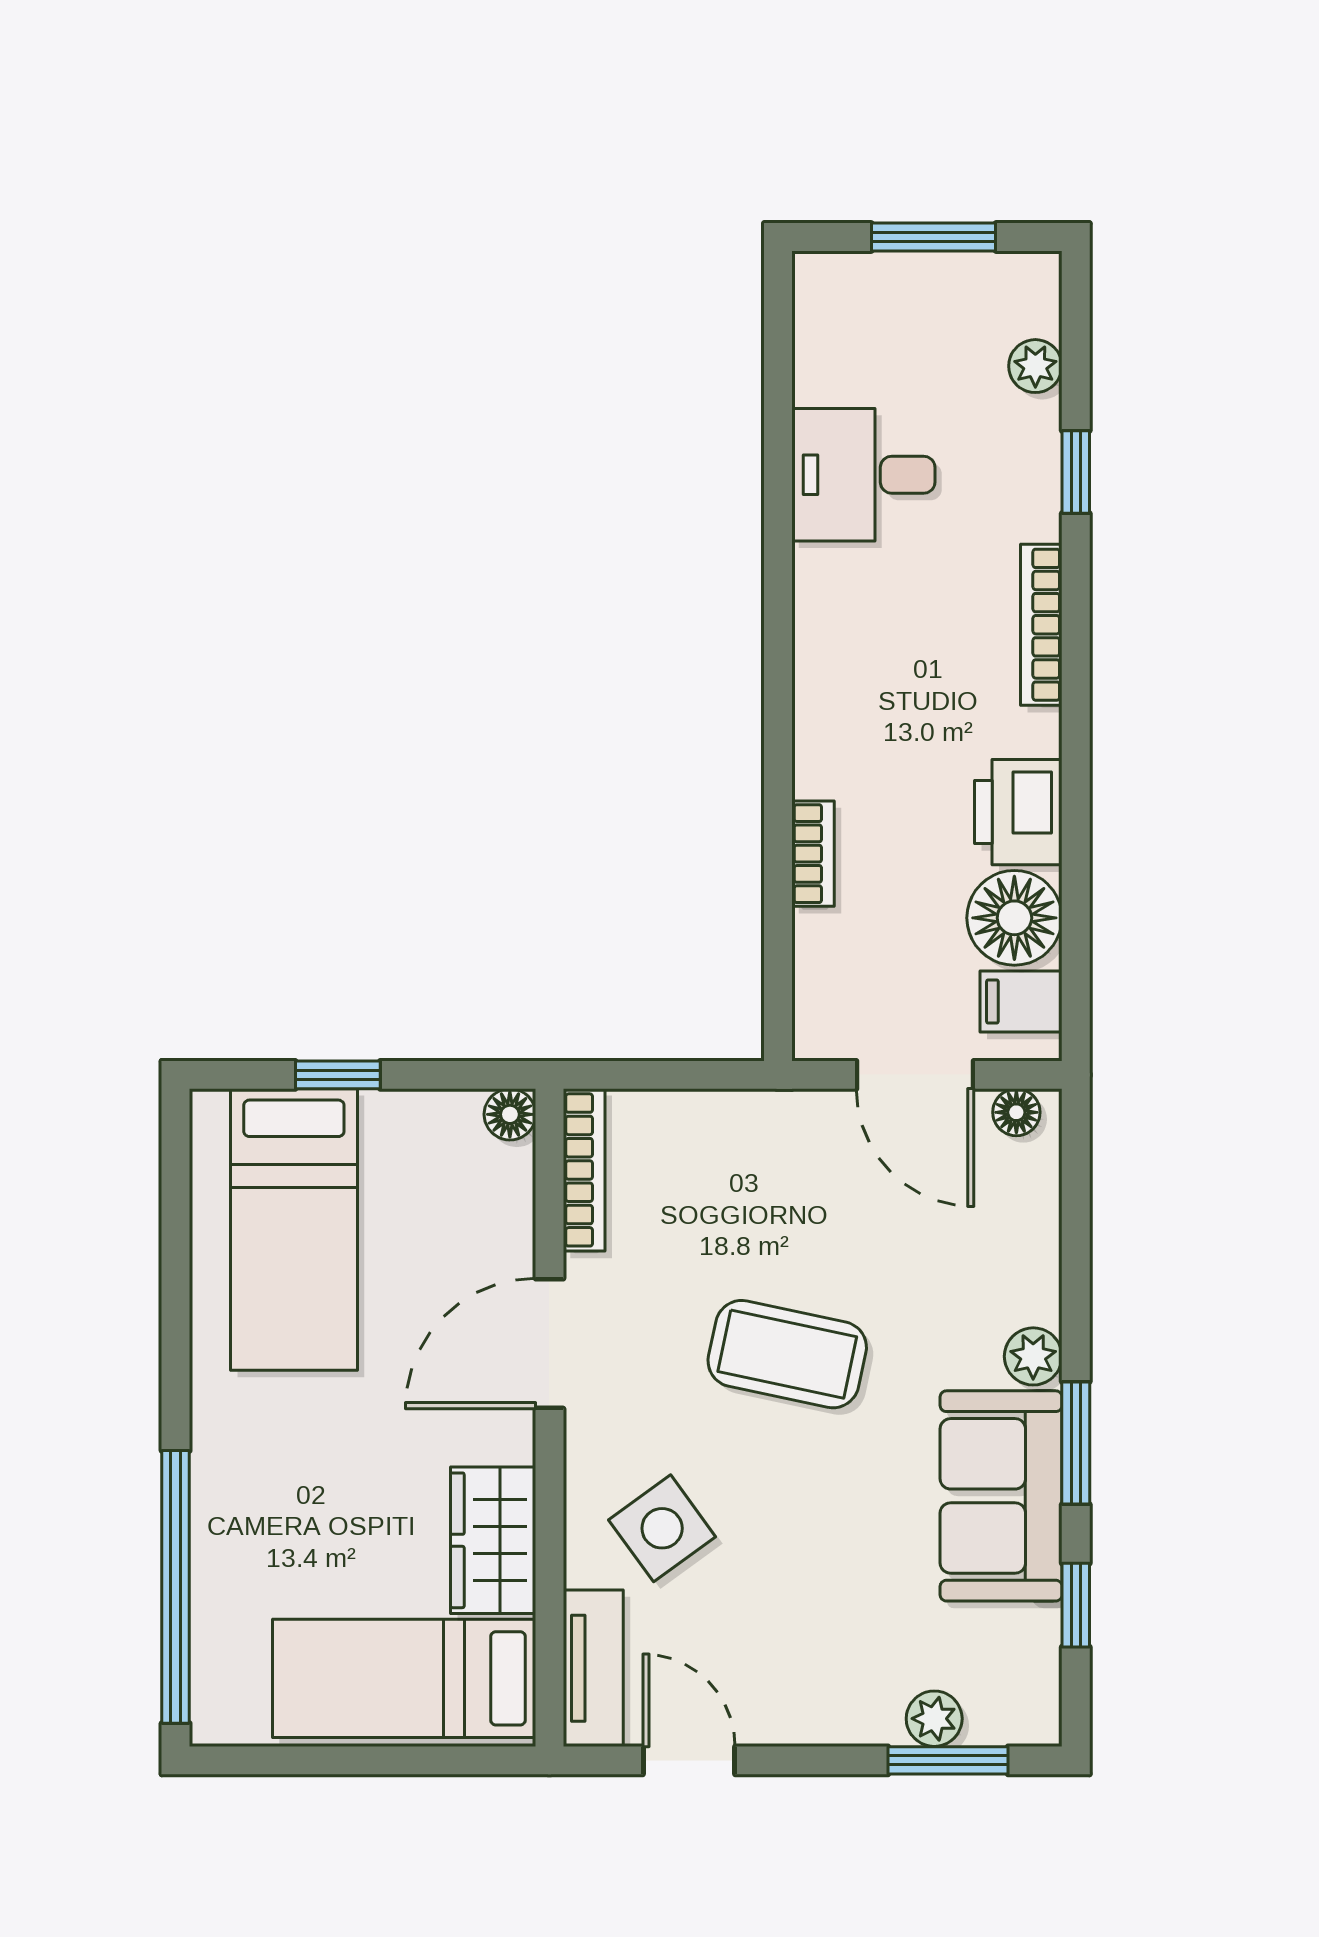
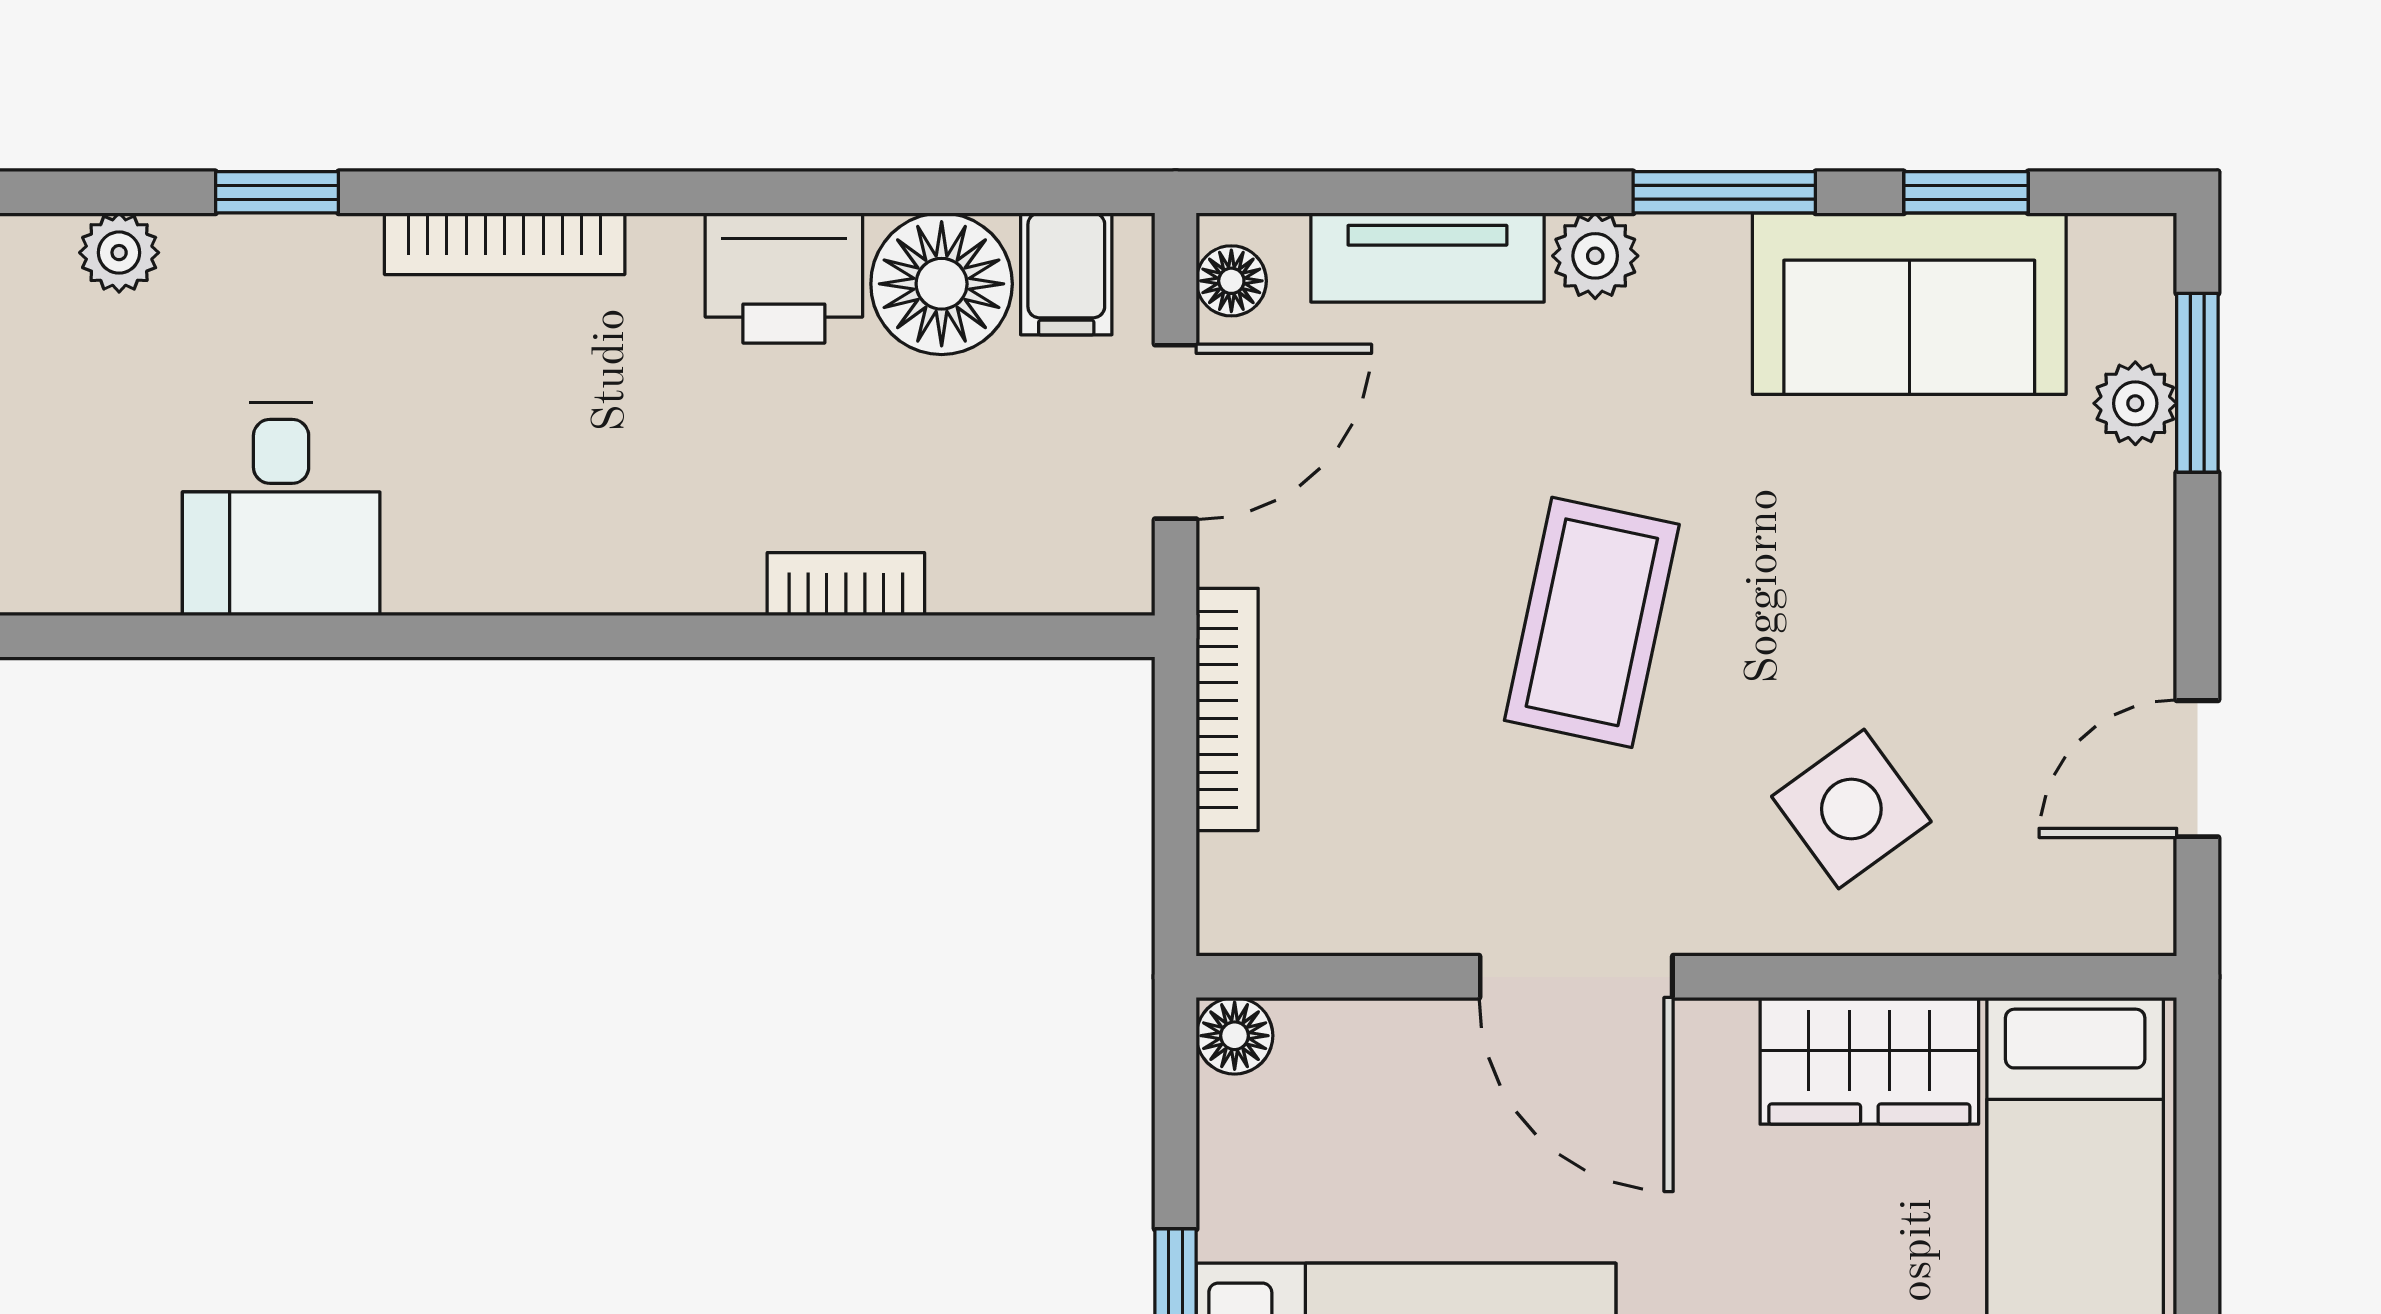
bookcase: (584, 1170) -> (1227, 709), moved, turned 90
sofa: (1001, 1496) -> (1909, 304), moved
tv unit: (593, 1668) -> (1427, 258), moved, turned 180

